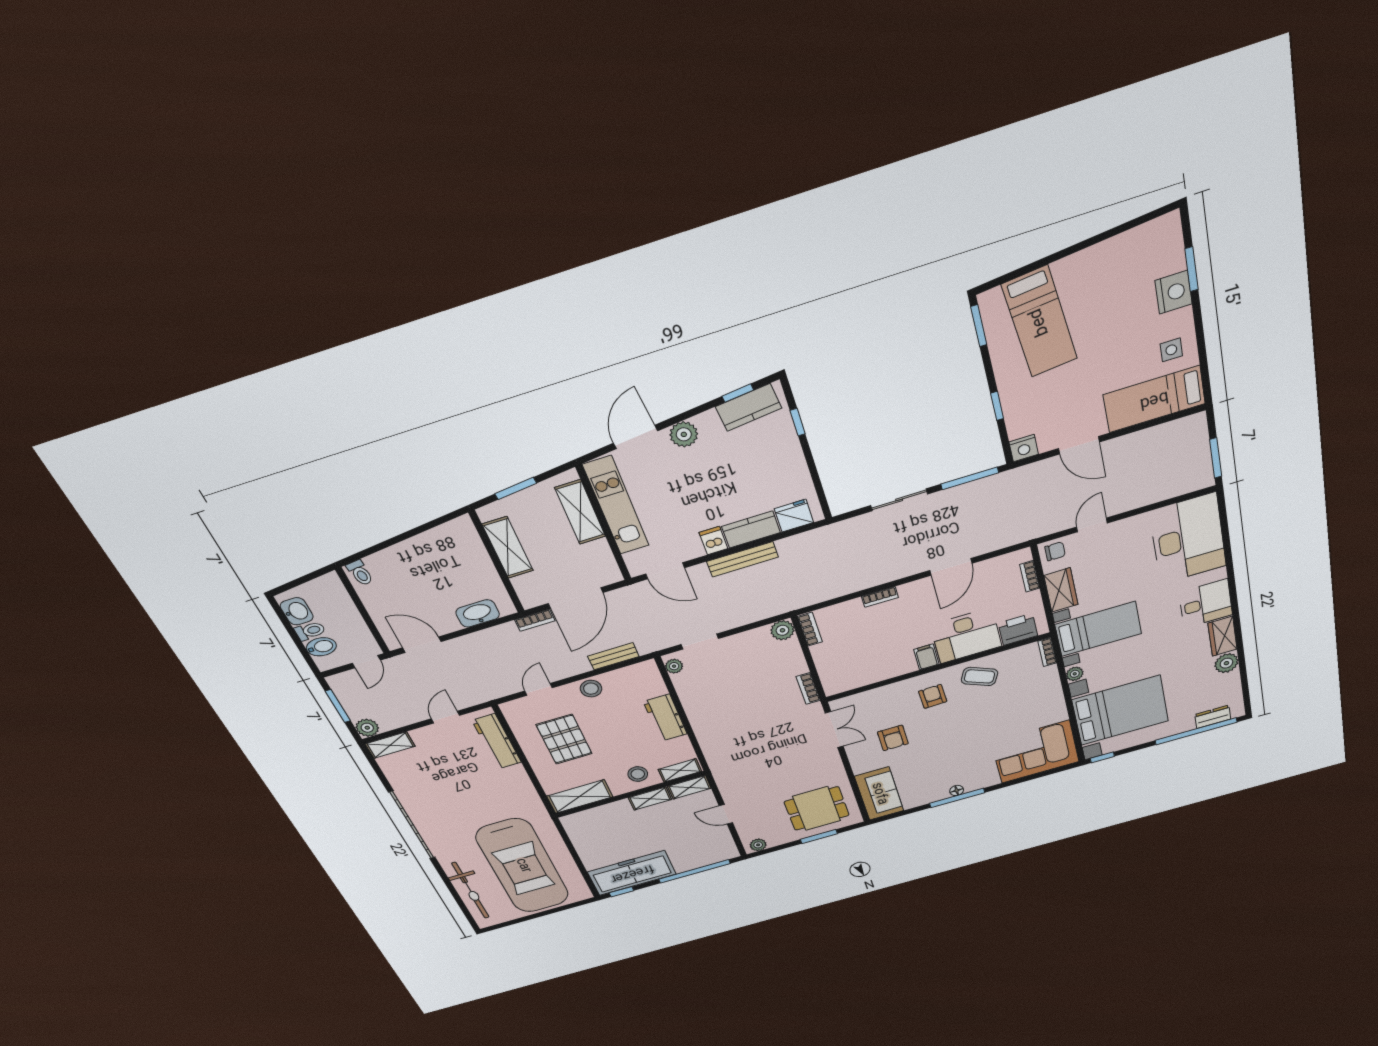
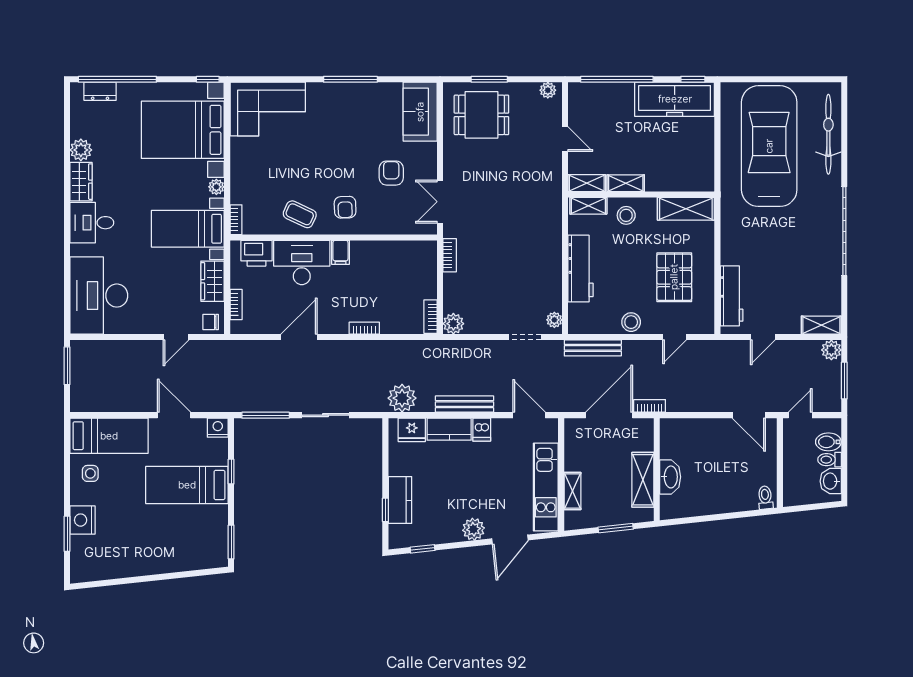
bed: (1040, 322) -> (187, 485), moved, turned -84
kitchen counter: (749, 407) -> (400, 500), moved, turned 96
shelving: (580, 512) -> (572, 491), width x0.67, depth x0.75
plant: (816, 544) -> (402, 398), added
washbasin: (478, 613) -> (670, 477), moved, turned -90
bench: (613, 656) -> (593, 348), width x1.36
workbench: (665, 718) -> (580, 269), width x1.38
floor lamp: (957, 790) -> (349, 89), removed

